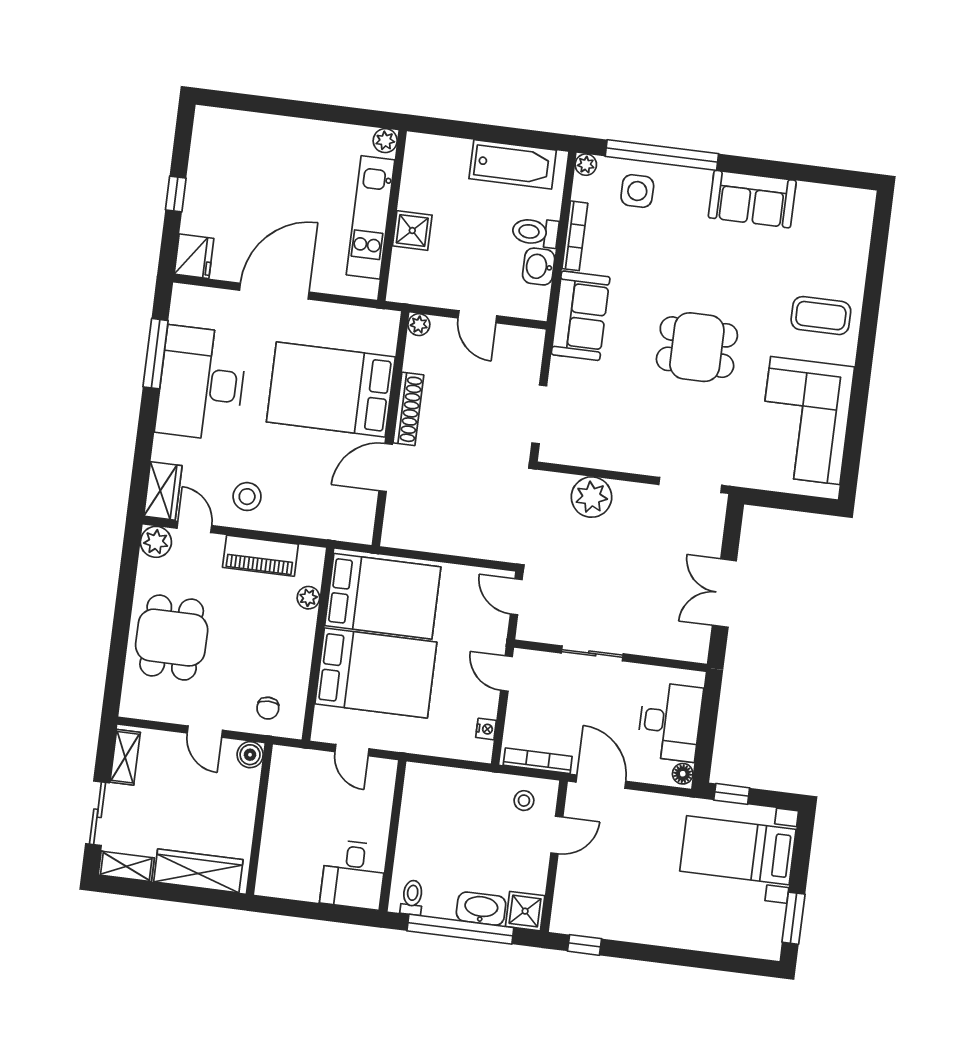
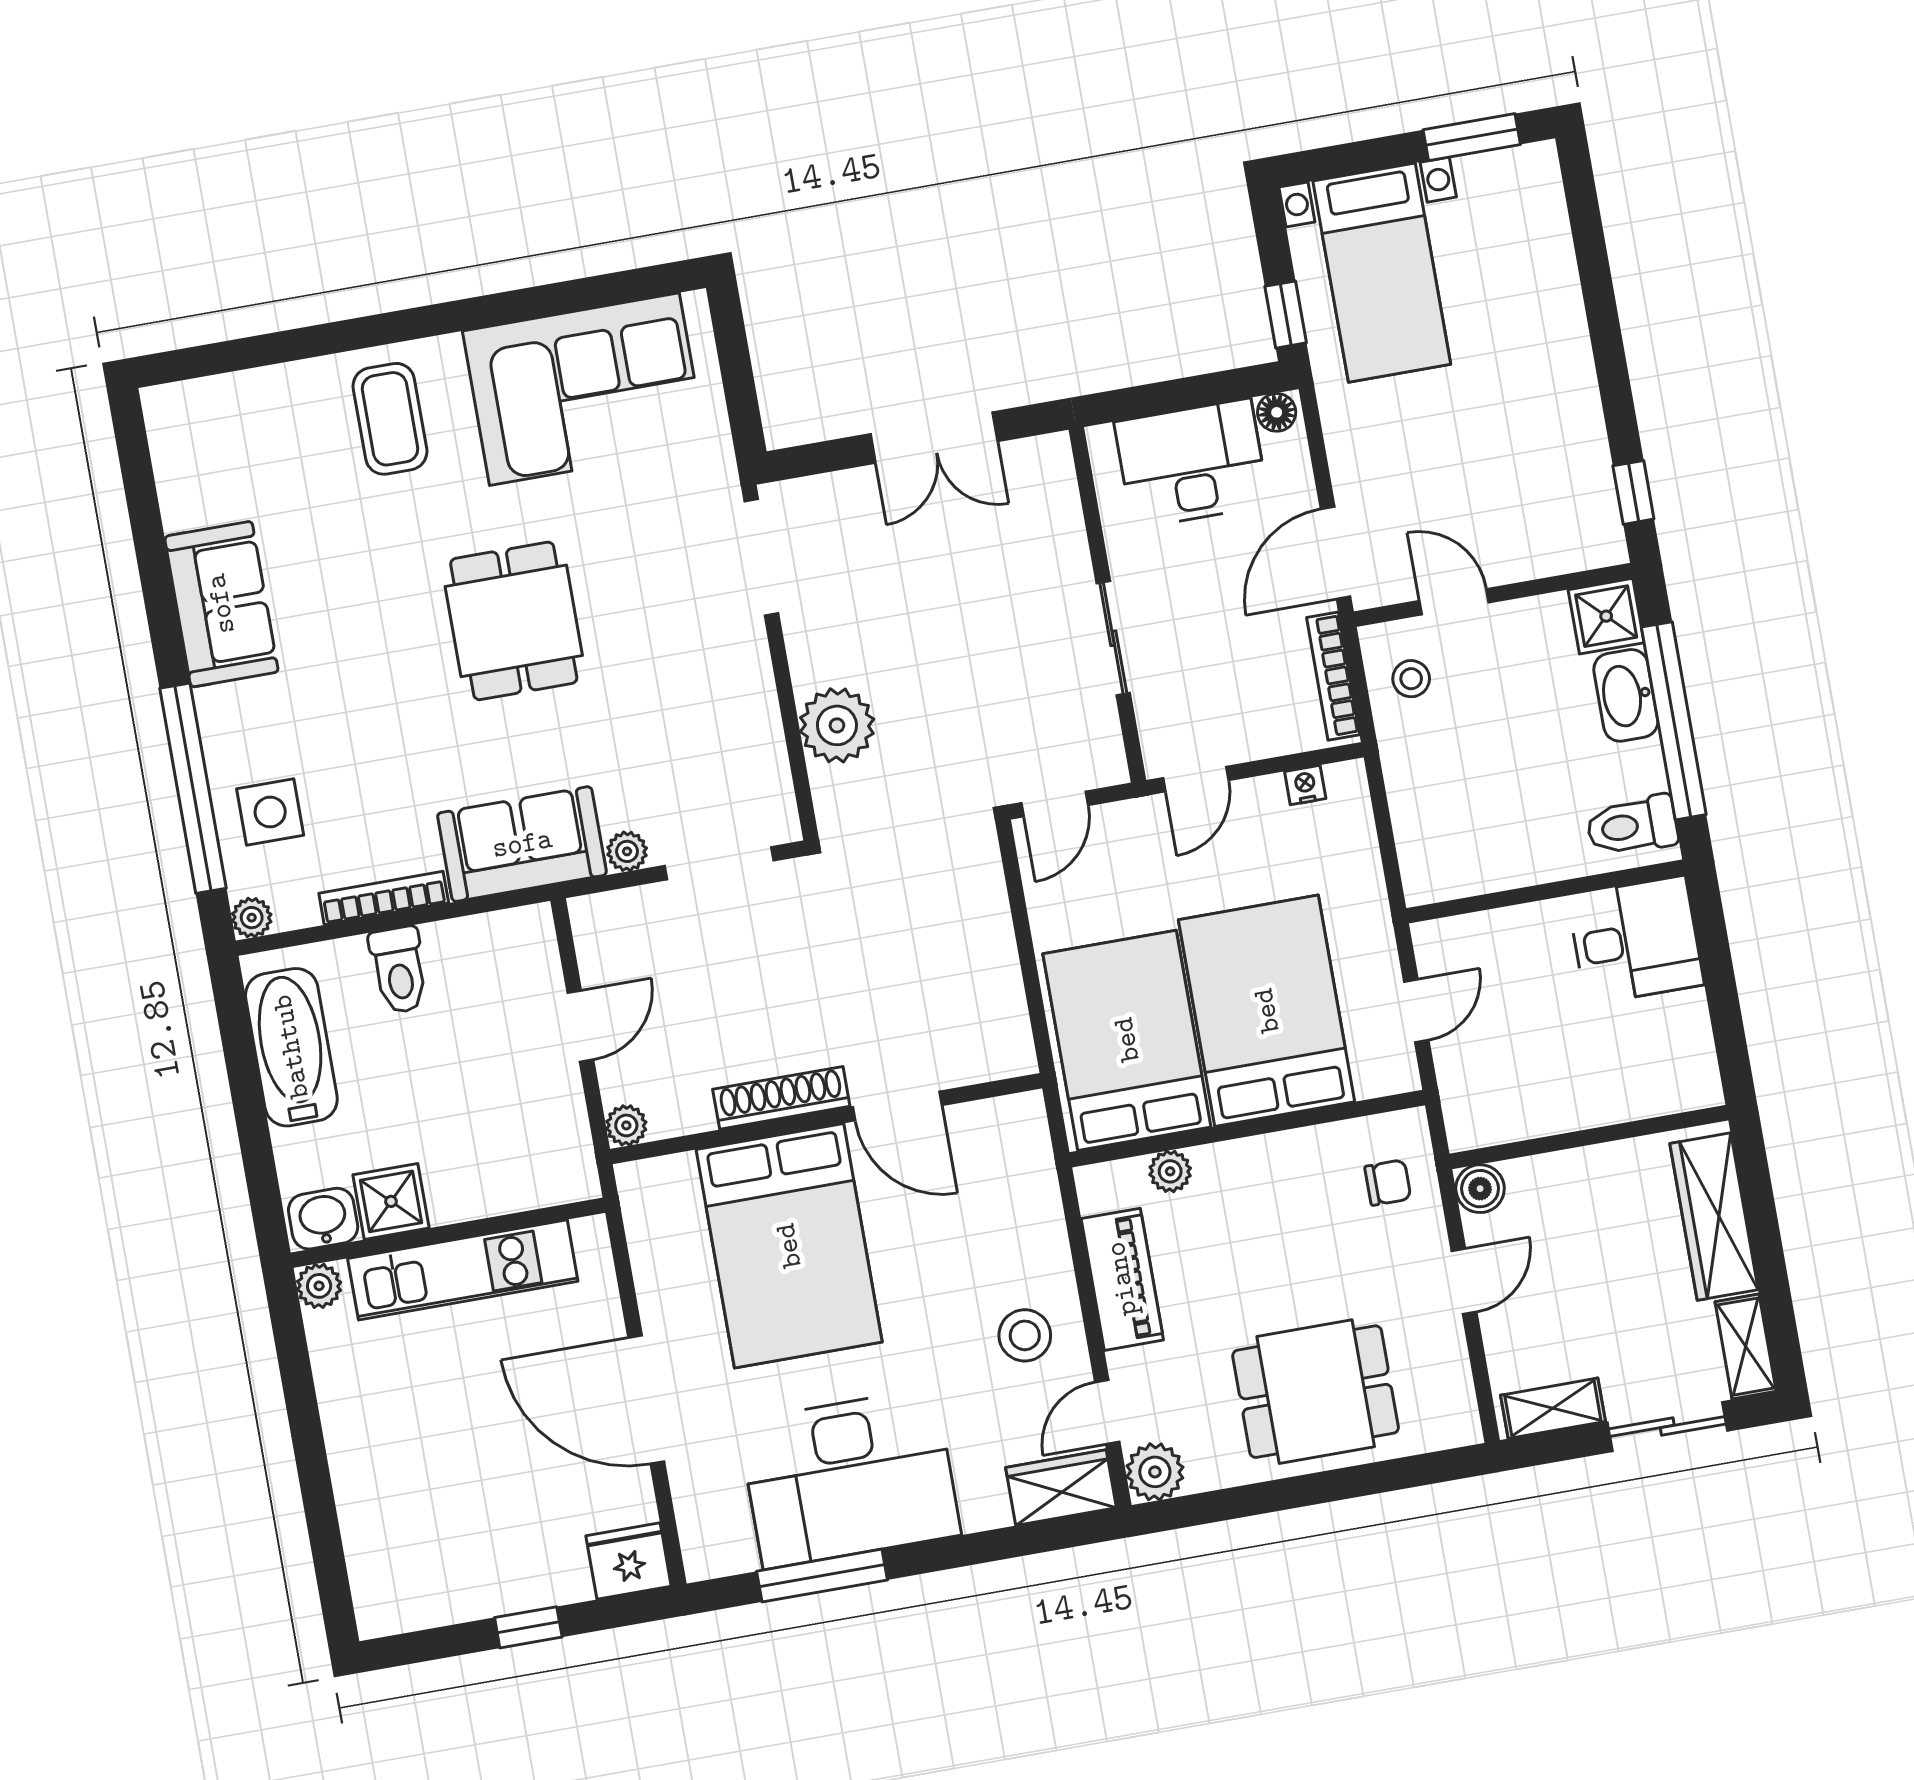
shower: (412, 231) -> (391, 1201), moved
washbasin: (539, 267) -> (323, 1219), moved, turned 180
plant: (560, 369) -> (627, 851), added
toilet: (412, 898) -> (1632, 826), width x1.37, depth x1.39

